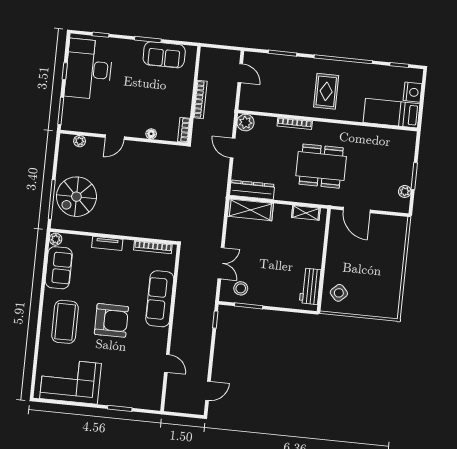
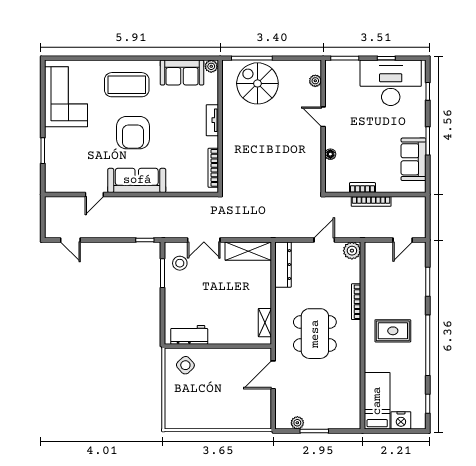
bookcase: (184, 130) -> (362, 188), moved
shelving: (250, 210) -> (248, 251), moved, turned 90
sofa: (160, 299) -> (137, 180), moved

